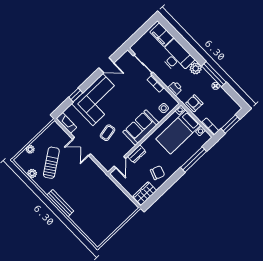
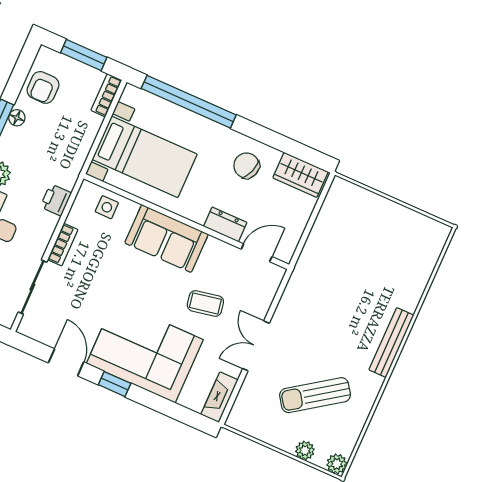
window: (76, 95) -> (115, 384), moved
armchair: (194, 103) -> (43, 87), moved
double door: (82, 146) -> (256, 346), swing flipped
window: (194, 159) -> (189, 102), width x1.46
plant: (32, 173) -> (337, 464), moved

